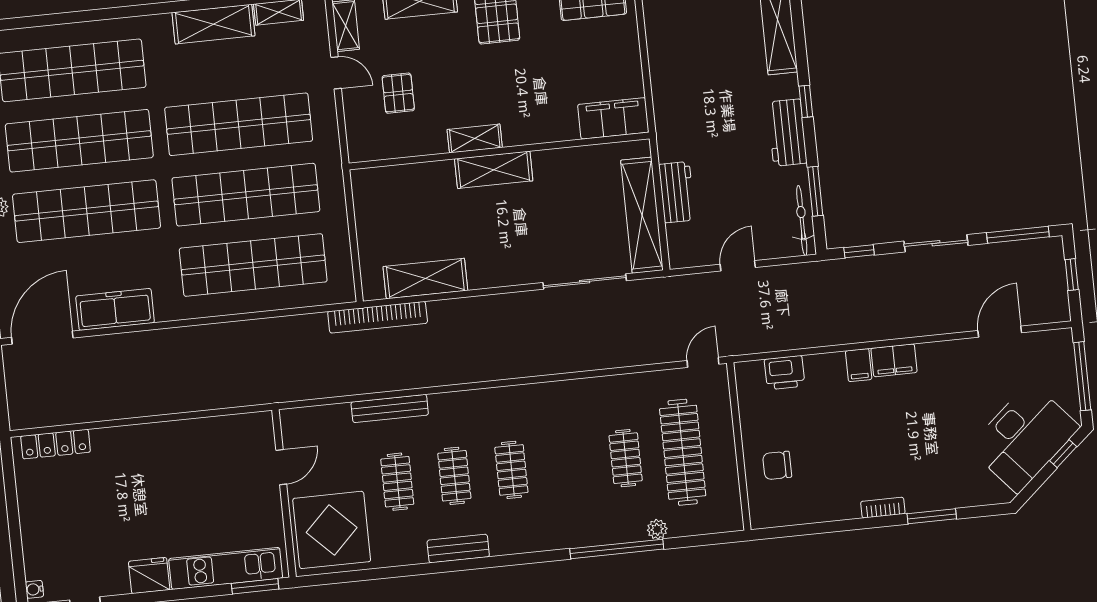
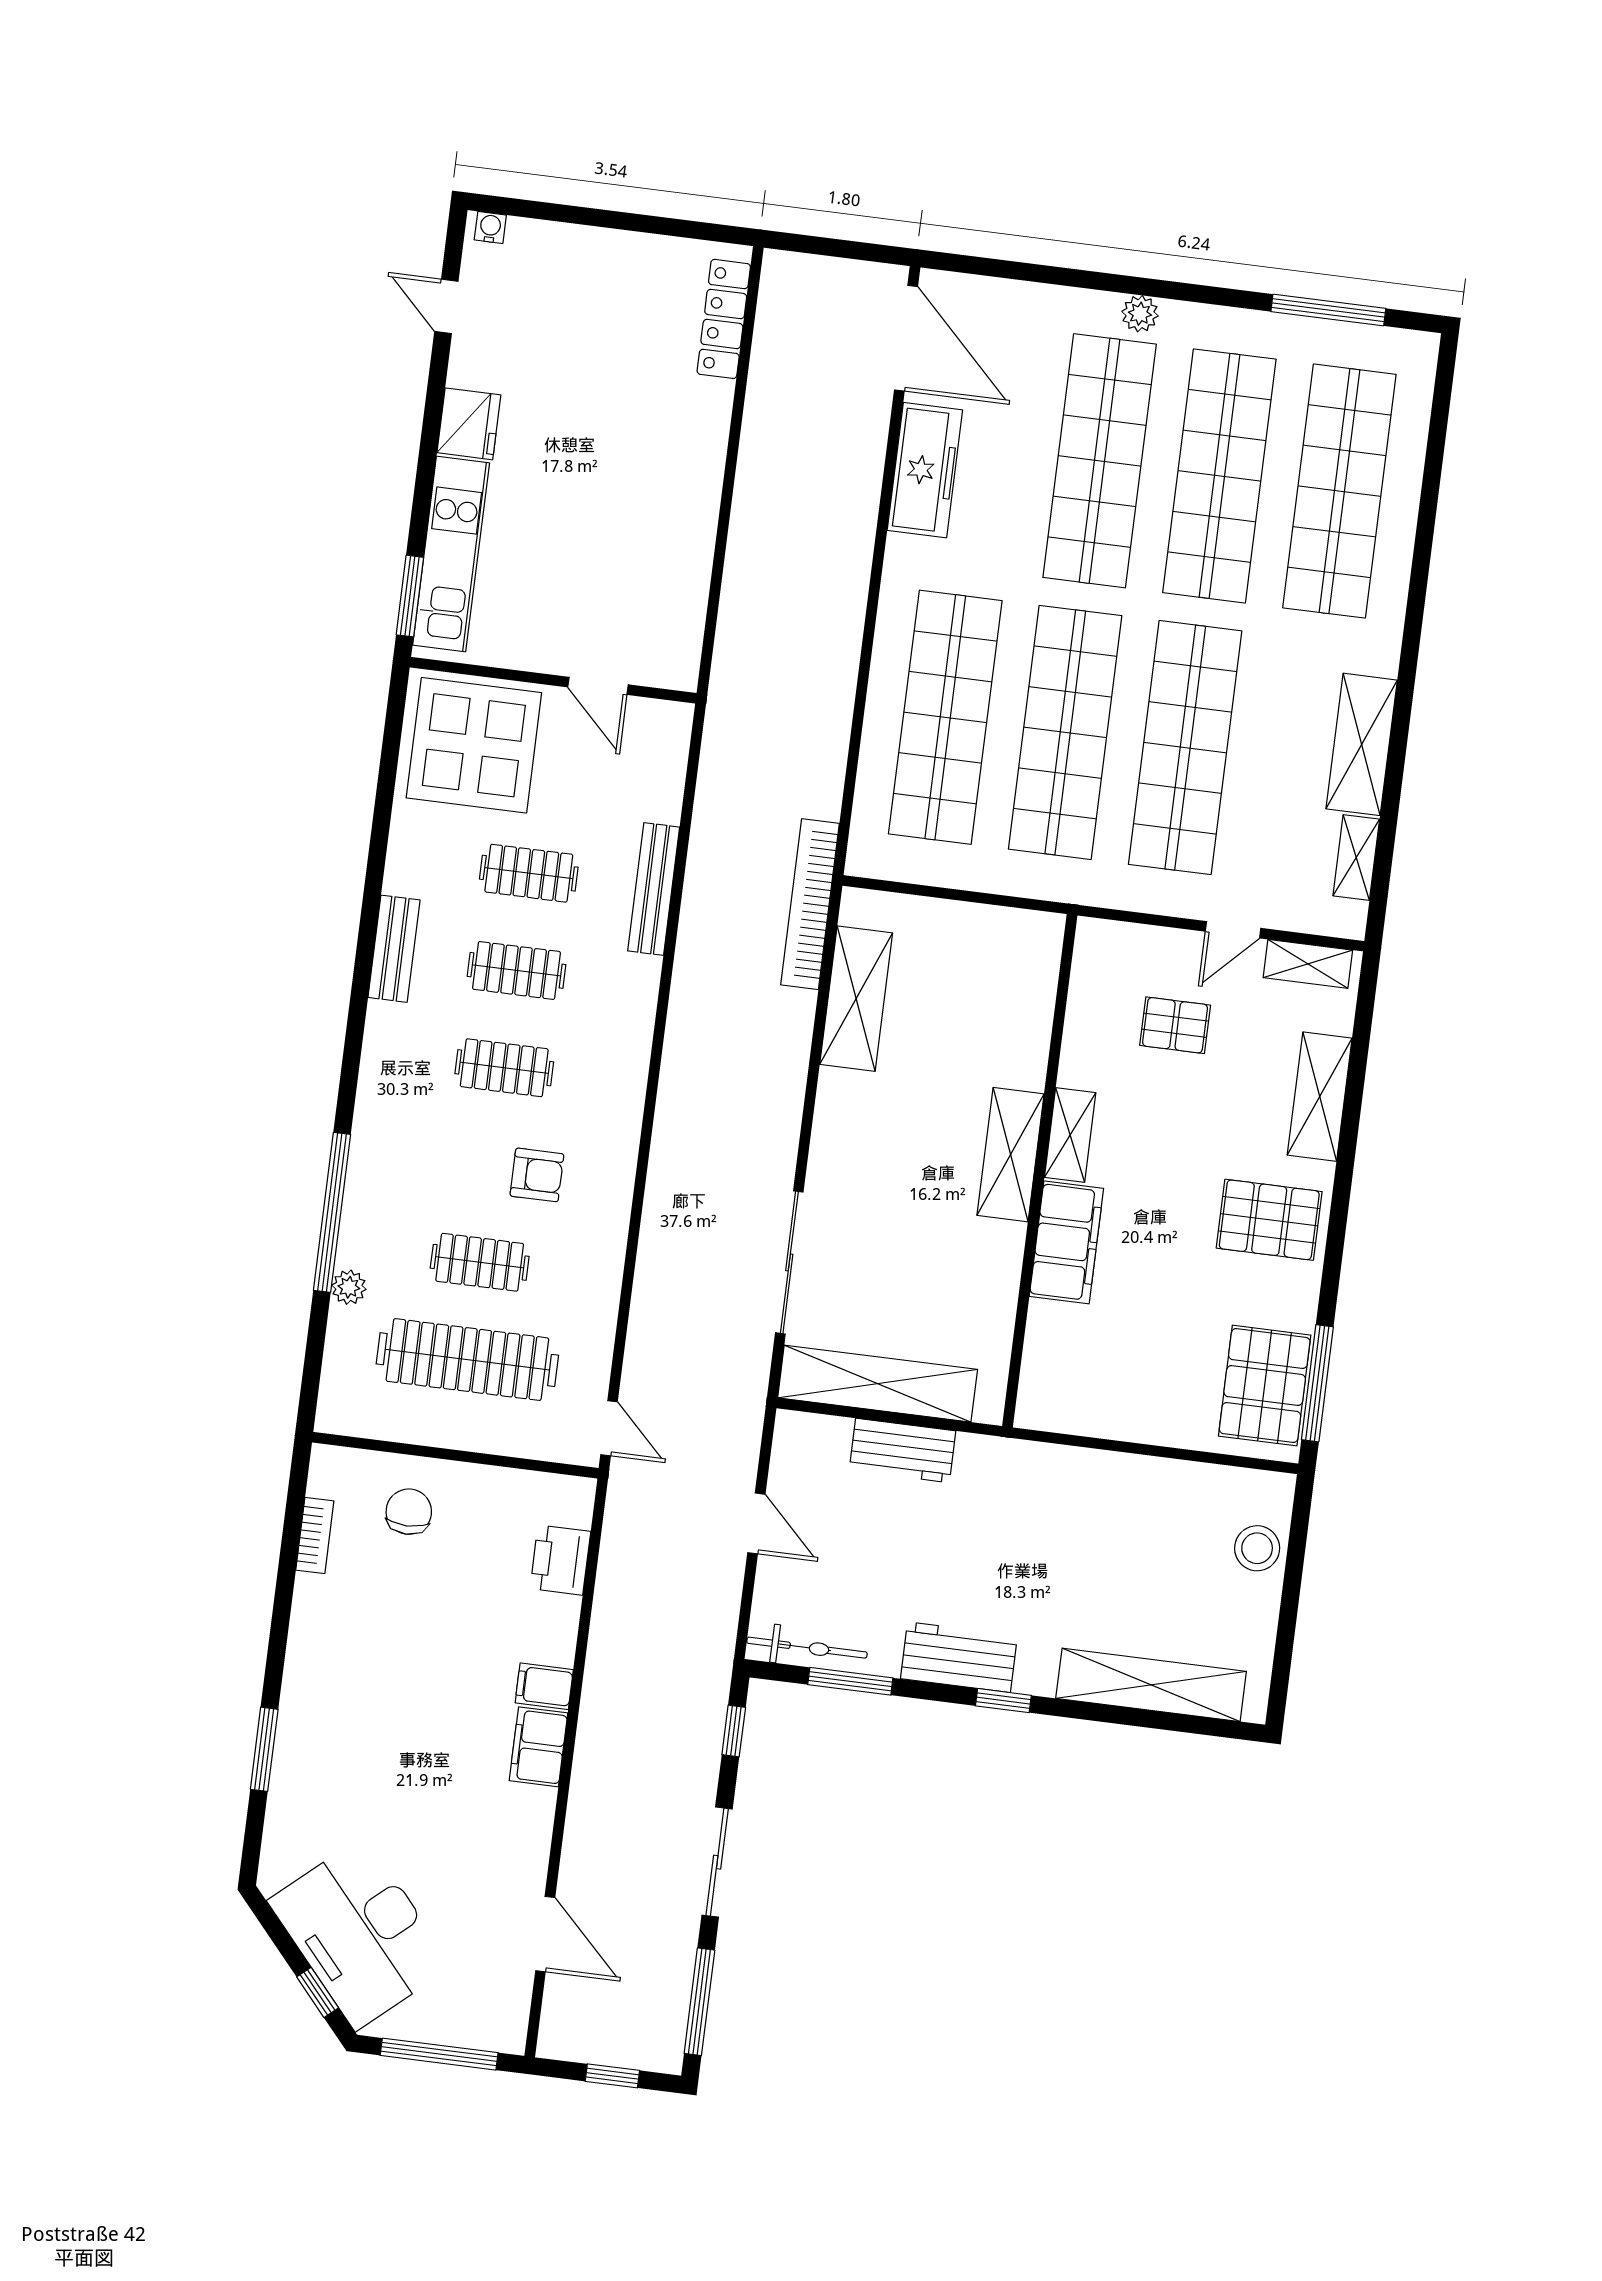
filing cabinet: (613, 118) -> (1066, 1242), moved
armchair: (568, 437) -> (537, 1175), added
bookcase: (883, 508) -> (315, 1535), moved

